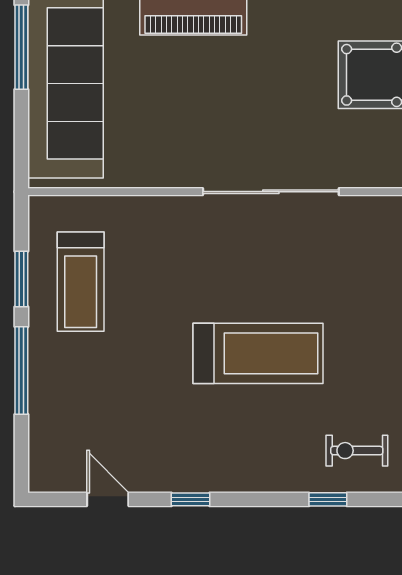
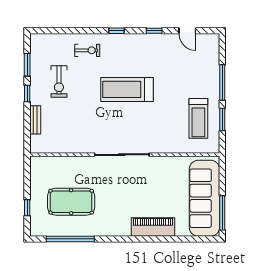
treadmill: (81, 282) -> (198, 118), turned 180
window: (328, 499) -> (116, 31), moved

